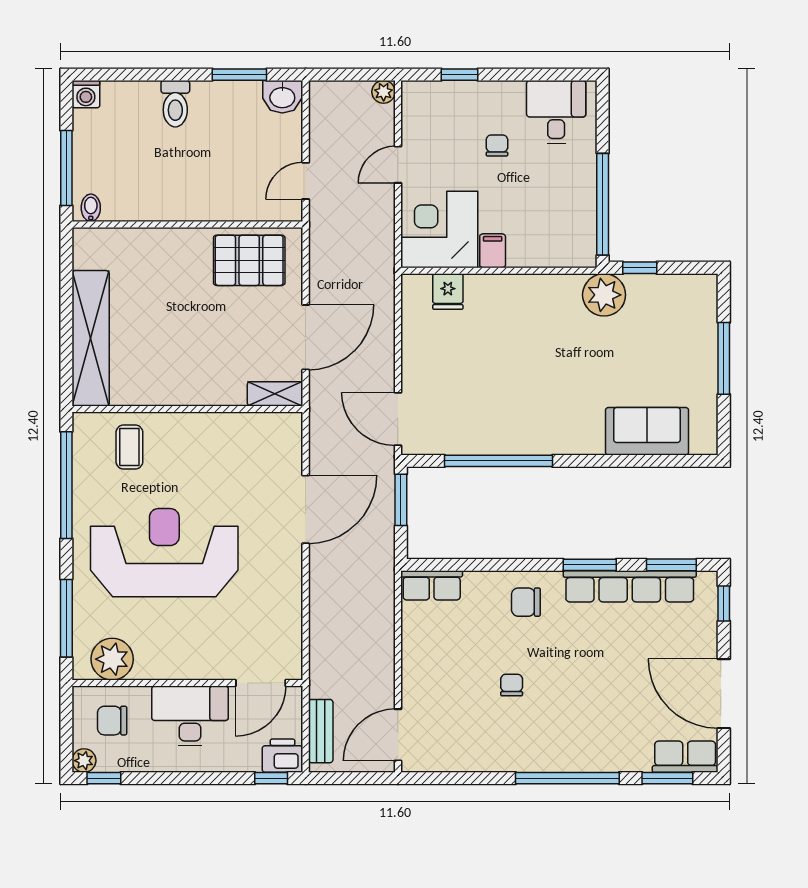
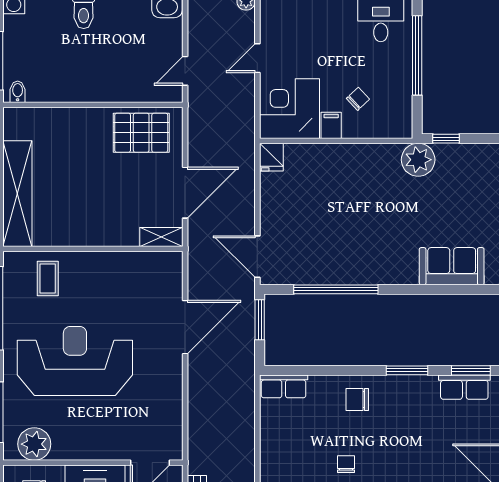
chair: (497, 145) -> (358, 99), moved, turned 47
window: (603, 204) -> (417, 55), moved
fridge: (448, 291) -> (271, 157), moved
row of seats: (630, 586) -> (464, 387), width x0.50

